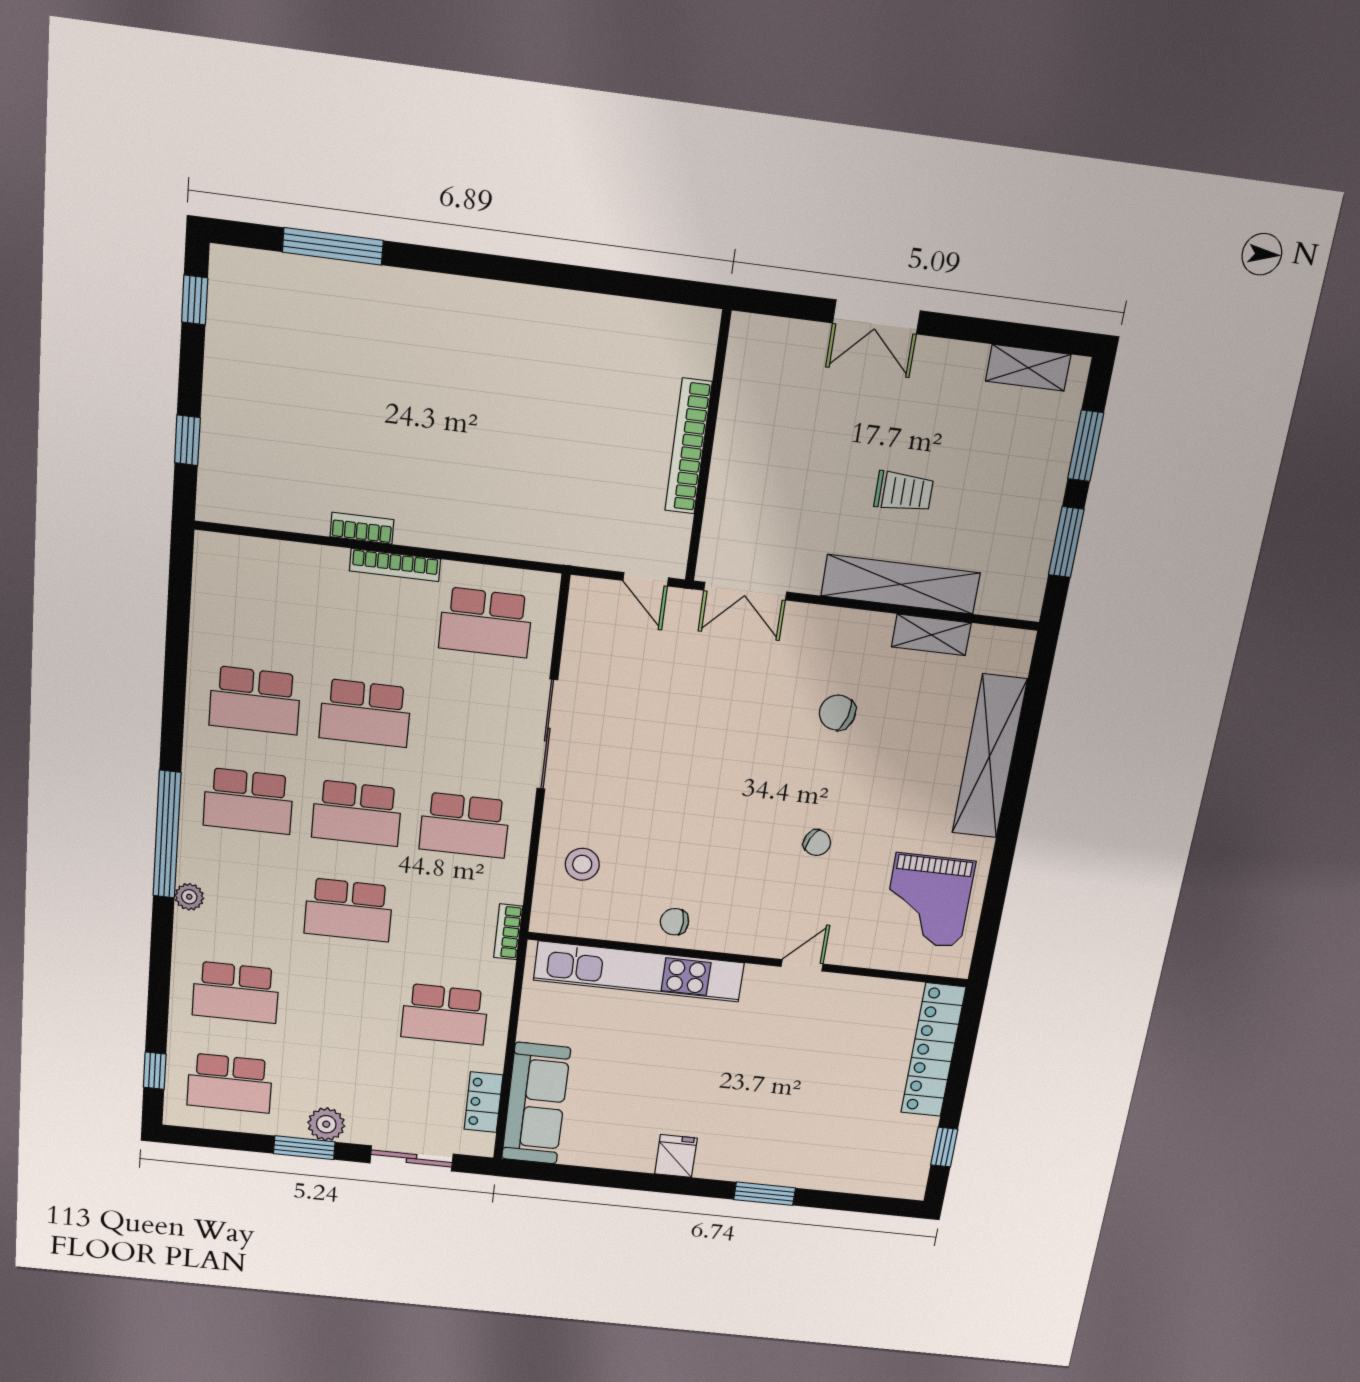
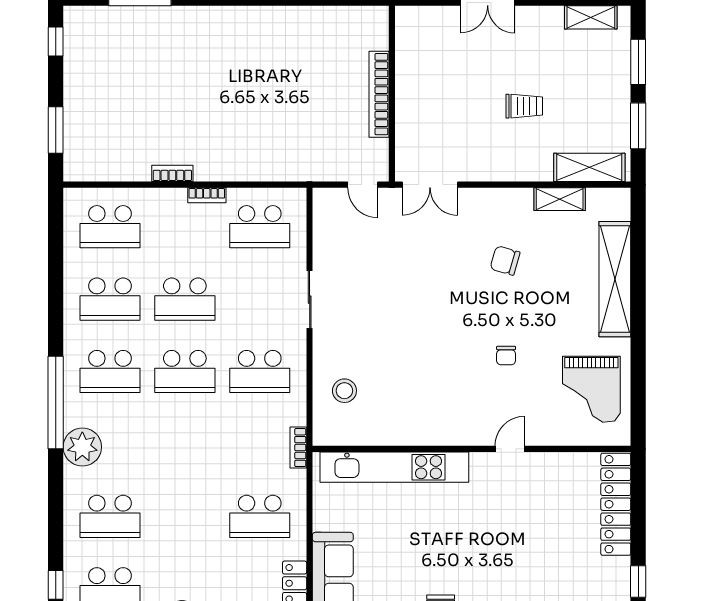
window: (187, 440) -> (56, 130), width x1.50
bookcase: (395, 565) -> (207, 195), width x0.64
shelving: (901, 584) -> (589, 167), moved, width x0.68
sliding door: (547, 735) -> (310, 300), width x0.73
chair: (817, 843) -> (506, 356), turned 64
plant: (189, 897) -> (82, 447), width x1.87, depth x1.87
school desk: (349, 910) -> (110, 227), moved
chair: (674, 922) -> (415, 426), removed

